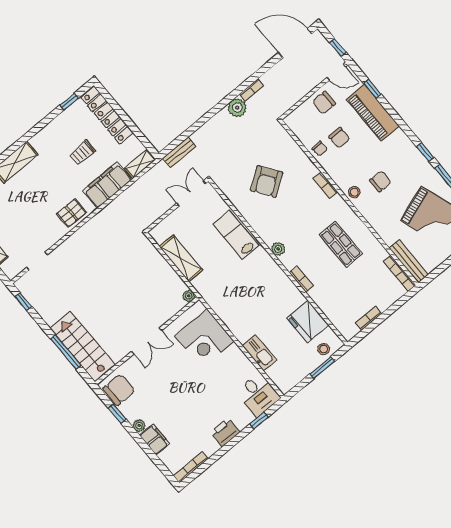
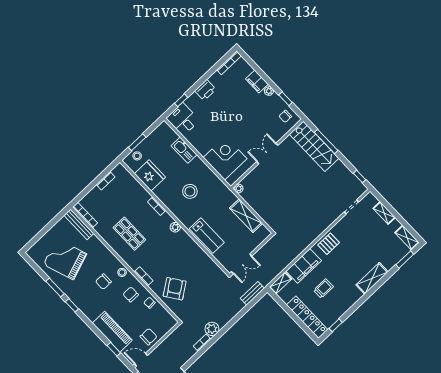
chair: (339, 138) -> (131, 294), moved
armchair: (267, 181) -> (175, 289), moved
stool: (255, 296) -> (190, 191), added
chair: (119, 390) -> (285, 116), width x0.54, depth x0.54

